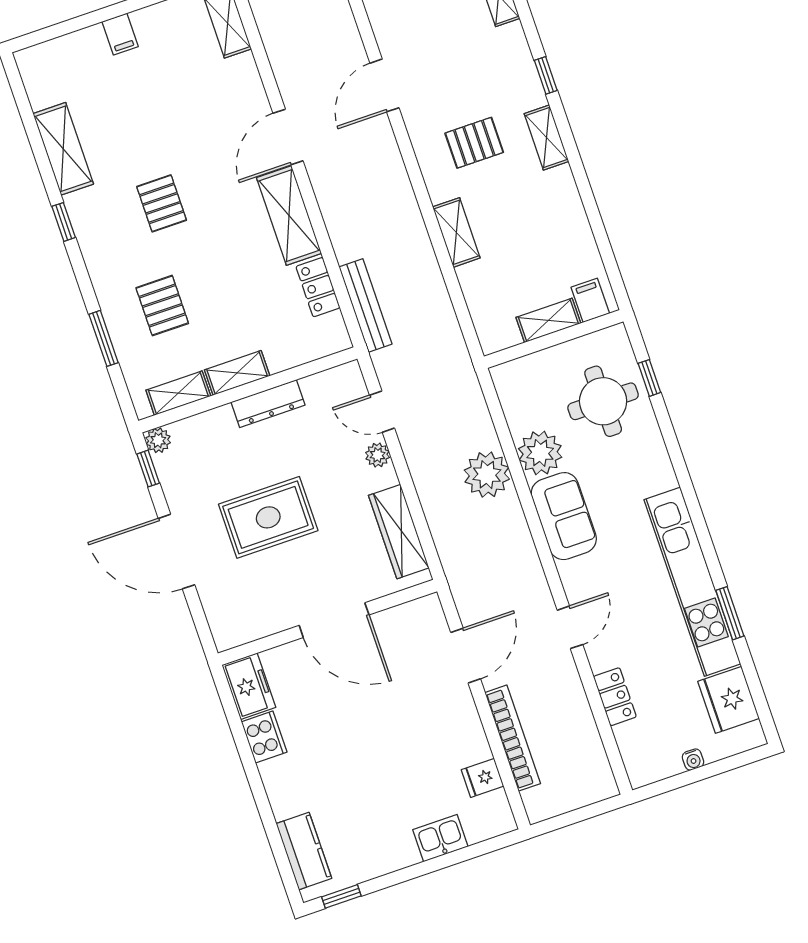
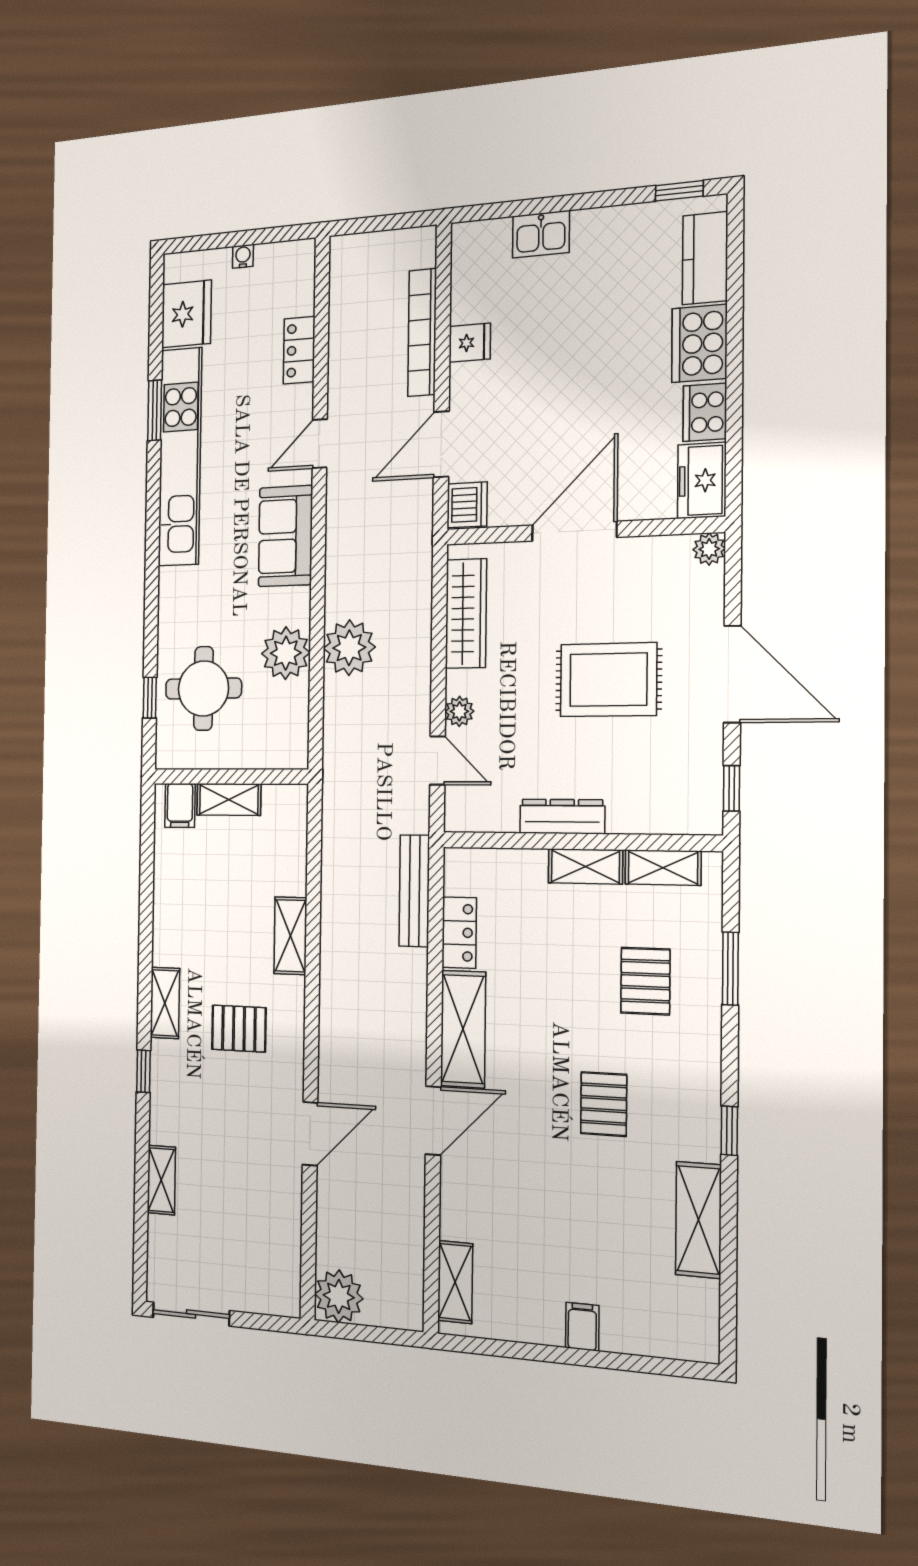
plant: (158, 440) -> (709, 549), moved
sofa: (564, 516) -> (285, 536), moved
dishwasher: (428, 615) -> (467, 505), added
door: (334, 620) -> (574, 531), hinge flipped
fridge: (483, 778) -> (470, 343), moved
cooker: (286, 787) -> (699, 344), added

